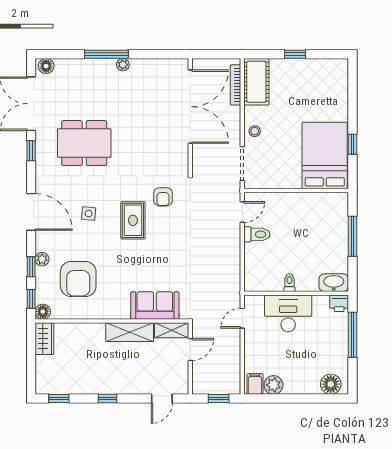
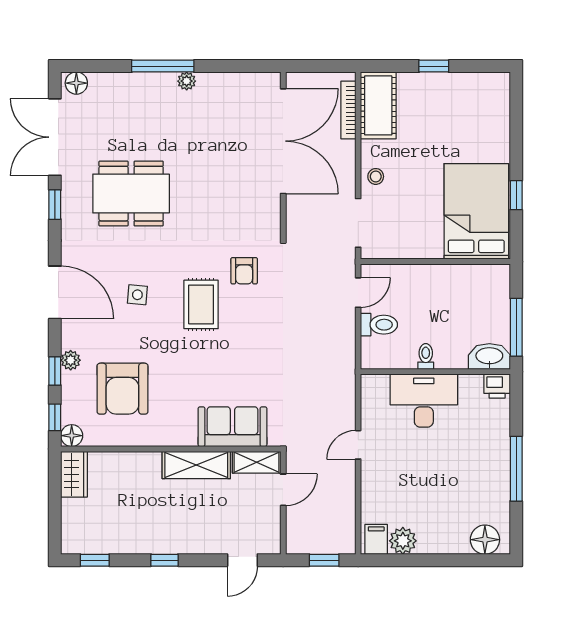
toilet: (289, 283) -> (426, 356), moved
washbasin: (334, 283) -> (489, 356), moved
wall: (296, 293) -> (435, 372), moved
printer: (339, 303) -> (497, 386), moved
desk: (288, 313) -> (424, 401), moved

